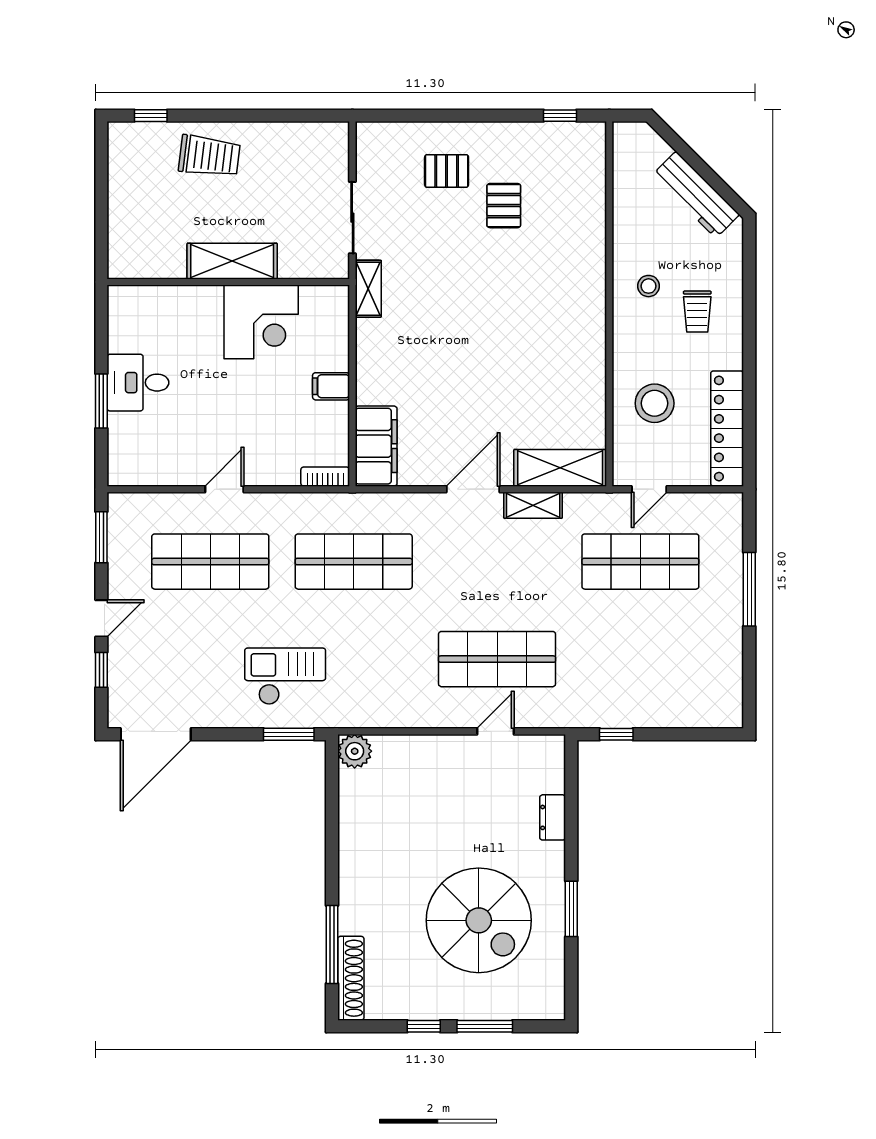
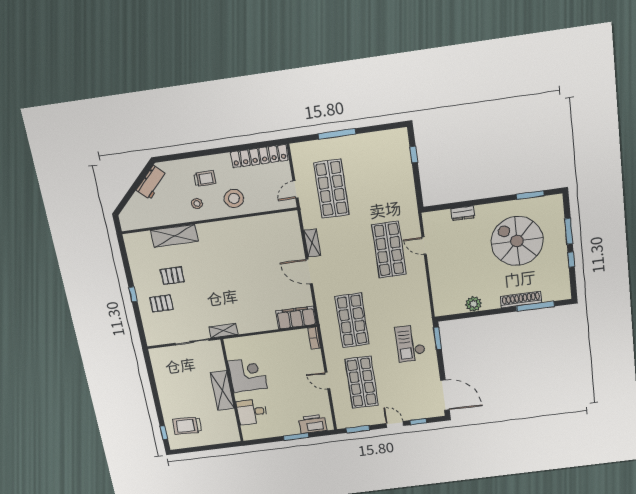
window: (560, 116) -> (133, 294), moved
trolley: (209, 156) -> (187, 426), moved, turned -95
pallet: (447, 171) -> (161, 303), turned 90
workbench: (696, 195) -> (152, 182), width x0.73
desk: (138, 383) -> (252, 412), moved, turned 90
filing cabinet: (331, 386) -> (272, 341), removed
stool: (655, 403) -> (234, 198), moved
printer: (127, 442) -> (313, 424), added
shelving: (560, 468) -> (174, 236), moved, turned 90
door: (649, 489) -> (295, 190), swing flipped
window: (616, 734) -> (414, 155), moved
plant: (355, 751) -> (474, 304), moved
window: (571, 909) -> (530, 195), moved
spiral stairs: (479, 920) -> (517, 241), turned -90
shoe rack: (351, 978) -> (521, 300), moved

